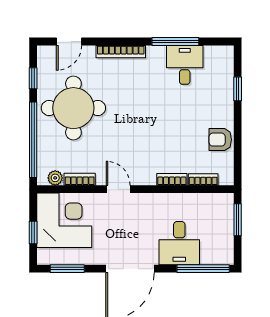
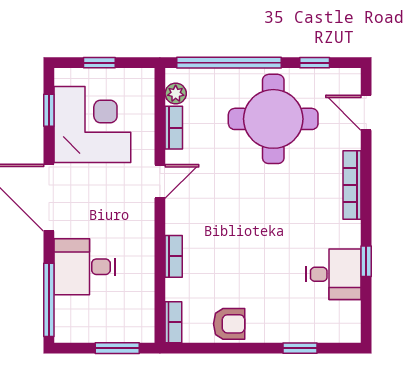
window: (175, 41) -> (366, 261), width x0.46
armchair: (220, 140) -> (229, 324), turned 90
bookcase: (203, 179) -> (173, 322), moved
corner desk: (64, 220) -> (92, 124), moved, turned -90
window: (67, 269) -> (49, 110), width x0.67

